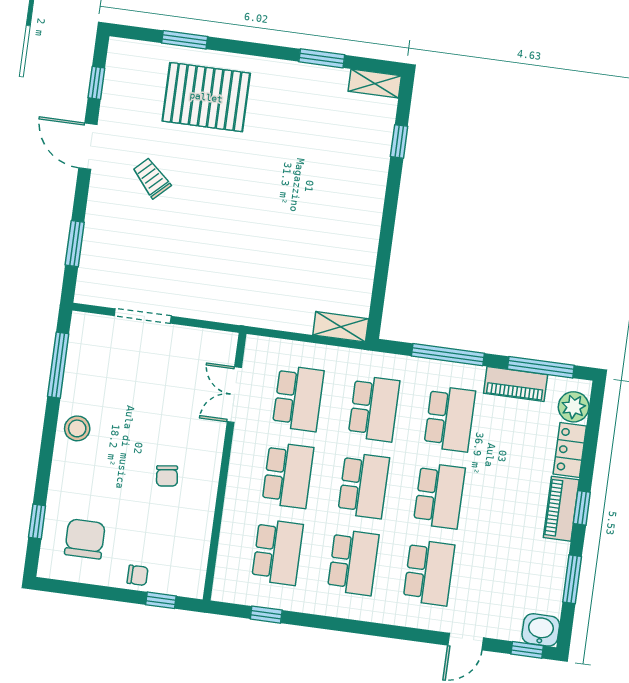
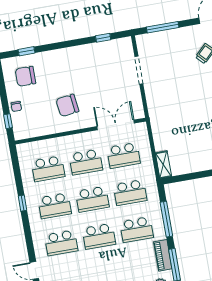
window: (75, 244) -> (163, 27), width x1.44
window: (58, 365) -> (103, 38), width x0.46
double door: (234, 395) -> (116, 125), width x1.37
stool: (77, 428) -> (76, 56), removed
chair: (167, 476) -> (67, 105), width x1.87, depth x1.87
chair: (85, 539) -> (25, 76), turned 180
window: (266, 615) -> (22, 203), moved

